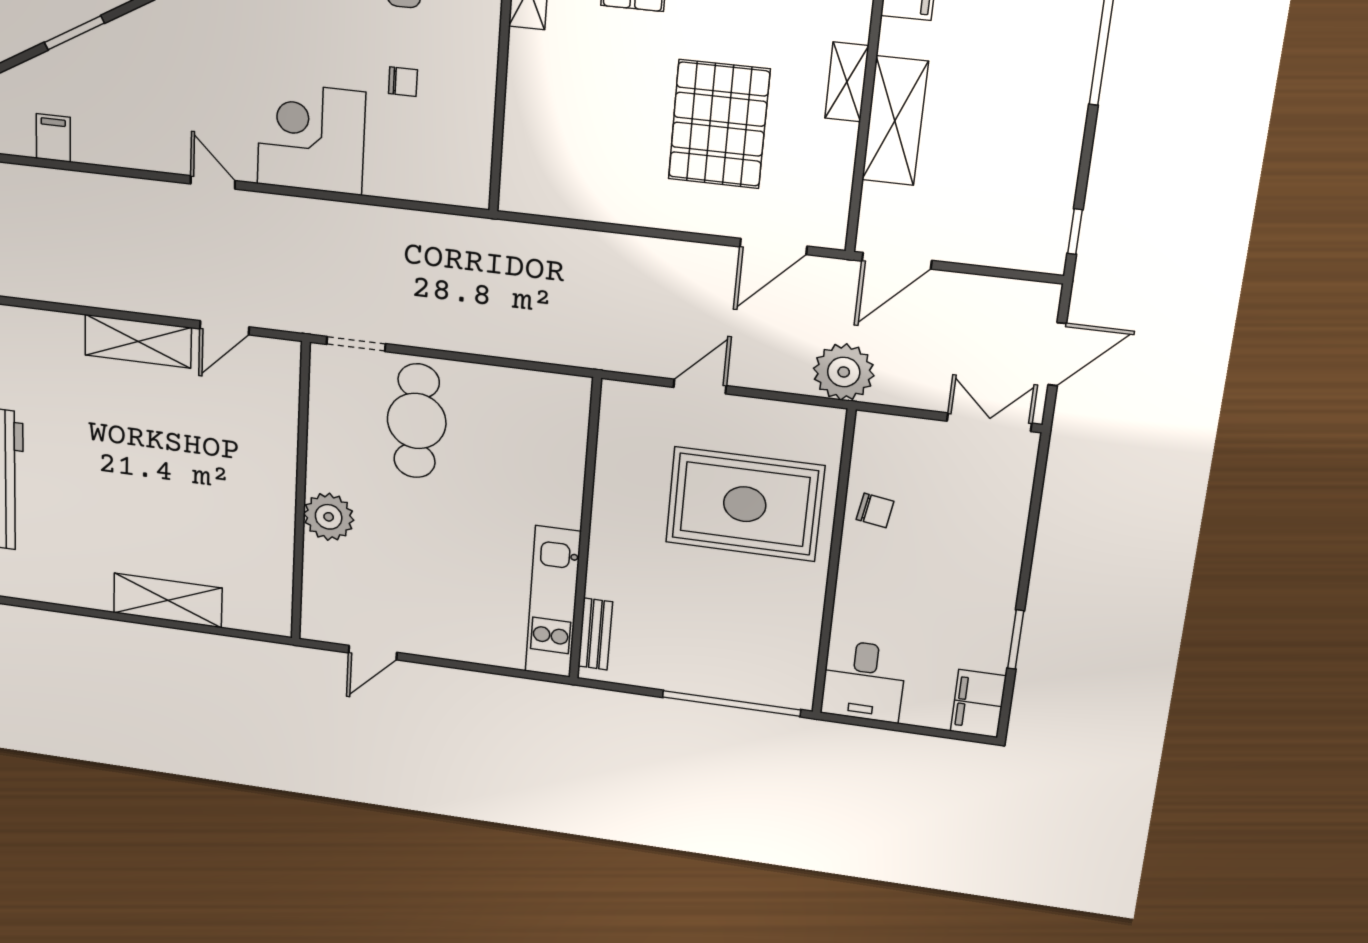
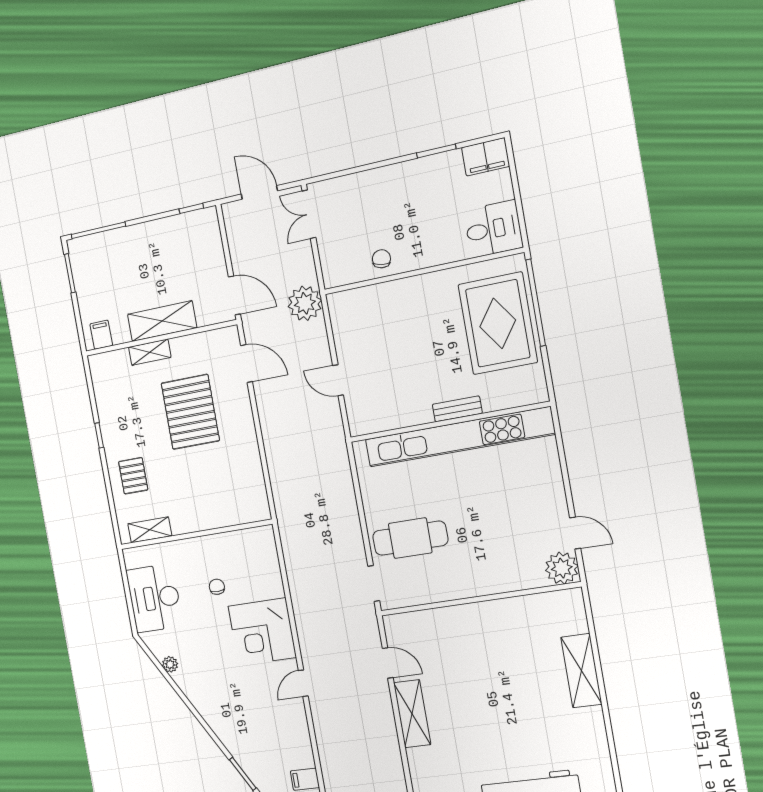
pallet: (719, 124) -> (190, 412), turned 90
rug: (745, 504) -> (498, 323), moved
plant: (329, 517) -> (562, 568), moved
kitchen unit: (553, 602) -> (459, 437), width x1.86
bench: (595, 634) -> (457, 409), moved

